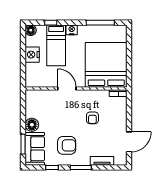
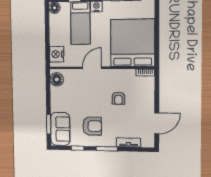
nightstand: (32, 55) -> (57, 54), moved
door: (67, 89) -> (92, 68), hinge flipped
floor lamp: (32, 125) -> (57, 79), moved

